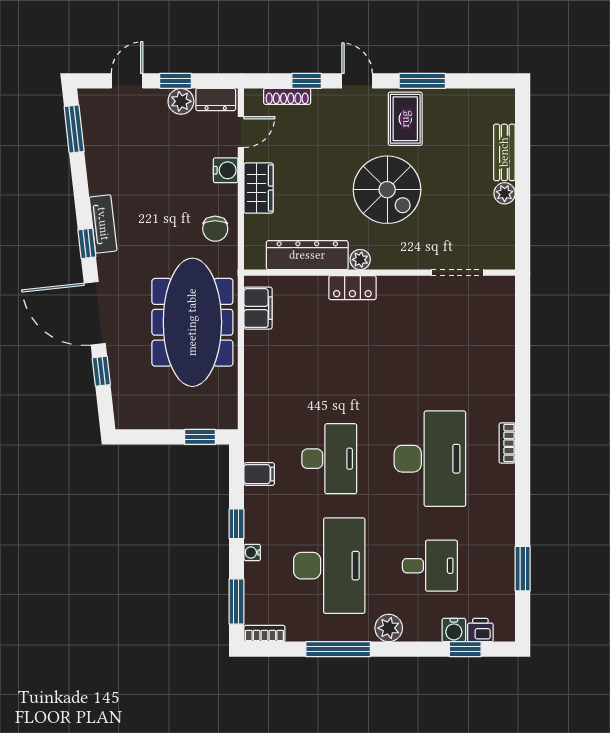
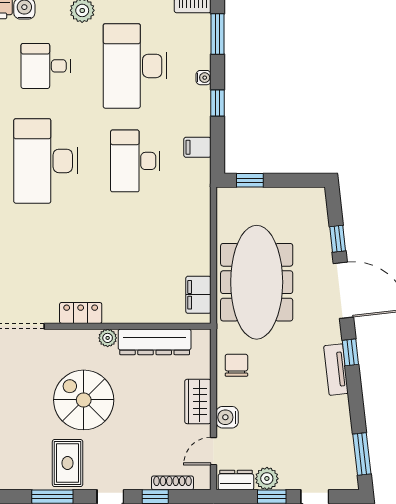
locker: (352, 288) -> (81, 313), moved

